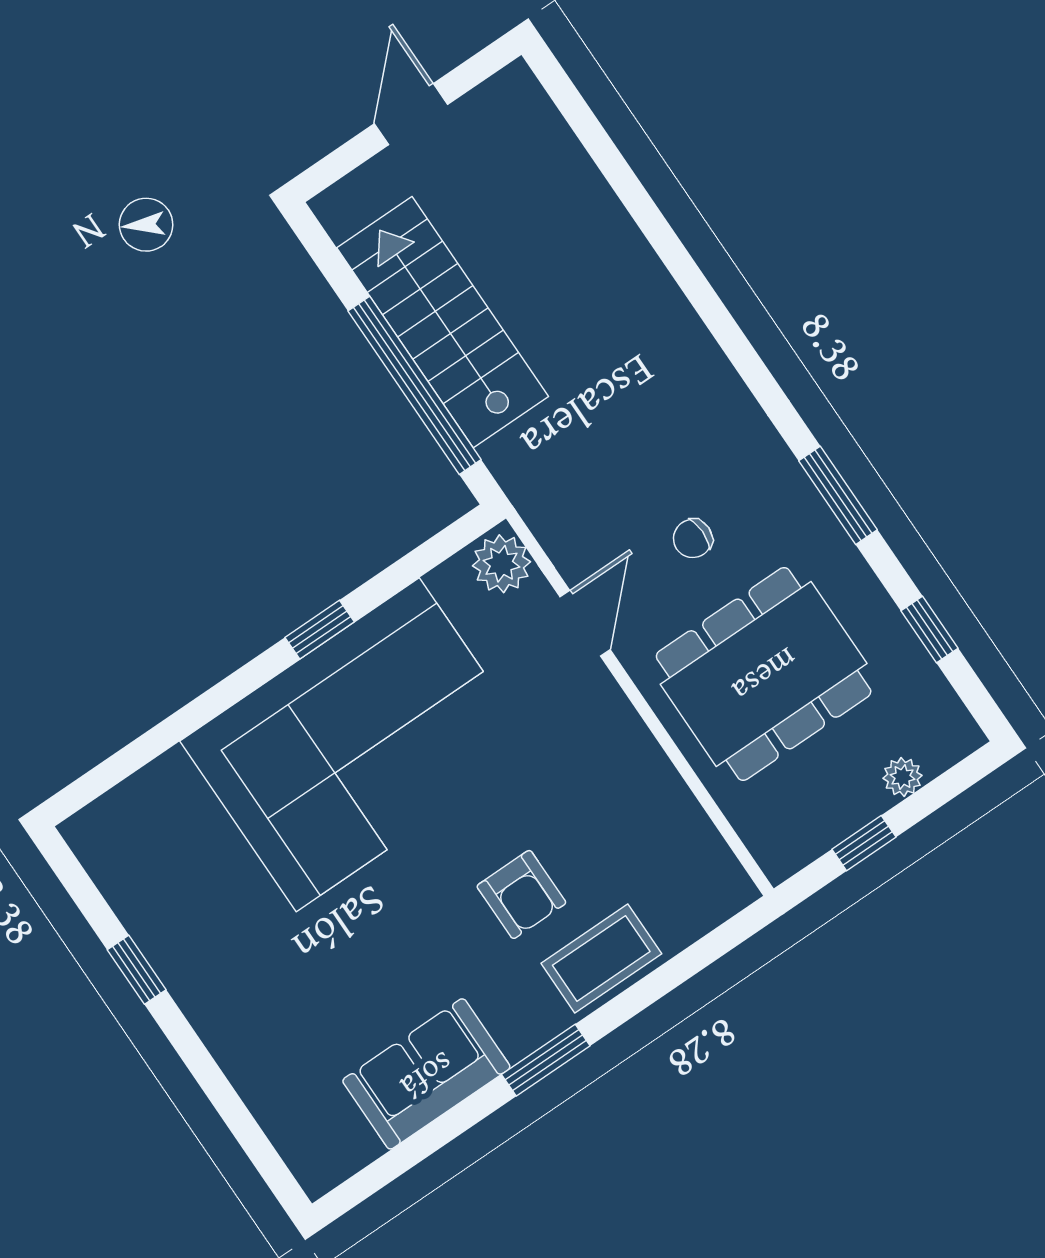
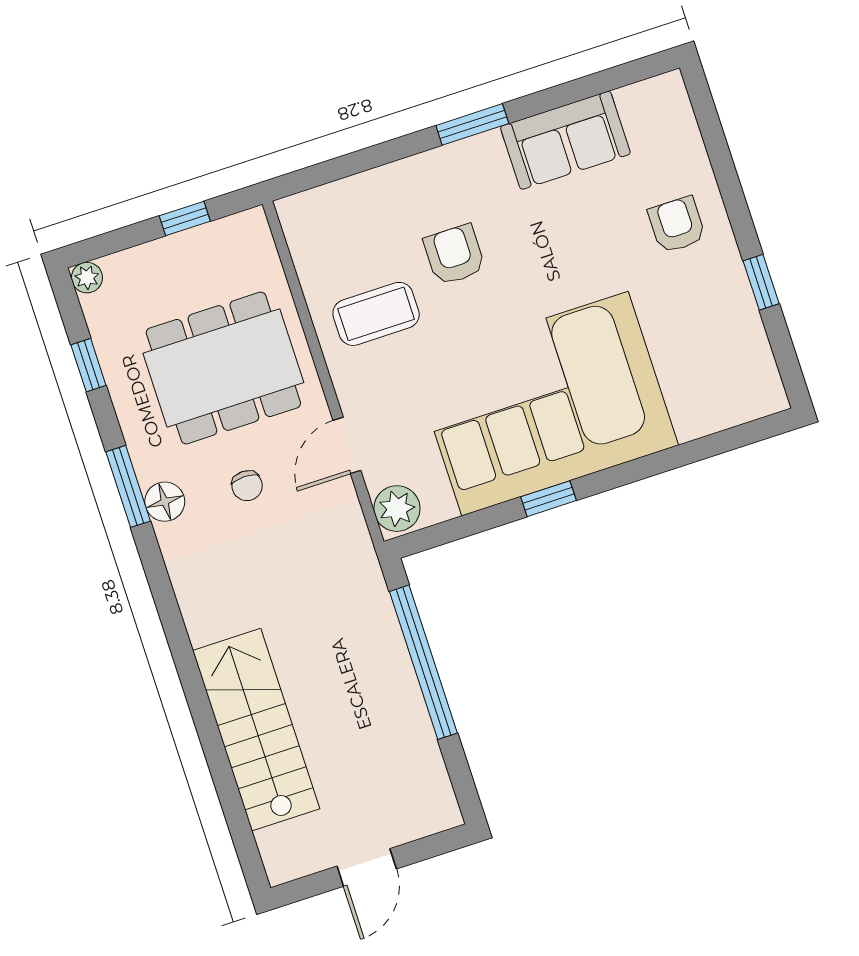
stairs: (443, 322) -> (256, 730), moved, turned 180
floor lamp: (788, 490) -> (165, 502), added
chair: (693, 538) -> (247, 486), turned 90
plant: (903, 777) -> (87, 278), moved
coffee table: (601, 958) -> (376, 314), moved
armchair: (260, 1010) -> (677, 225), added

